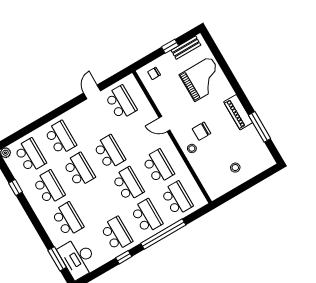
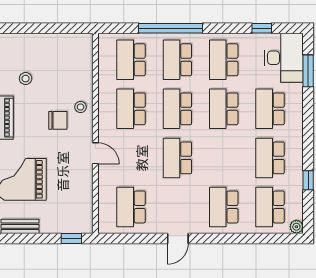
window: (170, 46) -> (71, 238), moved
chair: (154, 73) -> (74, 218), removed
door: (92, 92) -> (178, 238), moved
stool: (235, 168) -> (26, 79), moved
school desk: (79, 170) -> (224, 109), moved
window: (124, 257) -> (262, 28), moved

